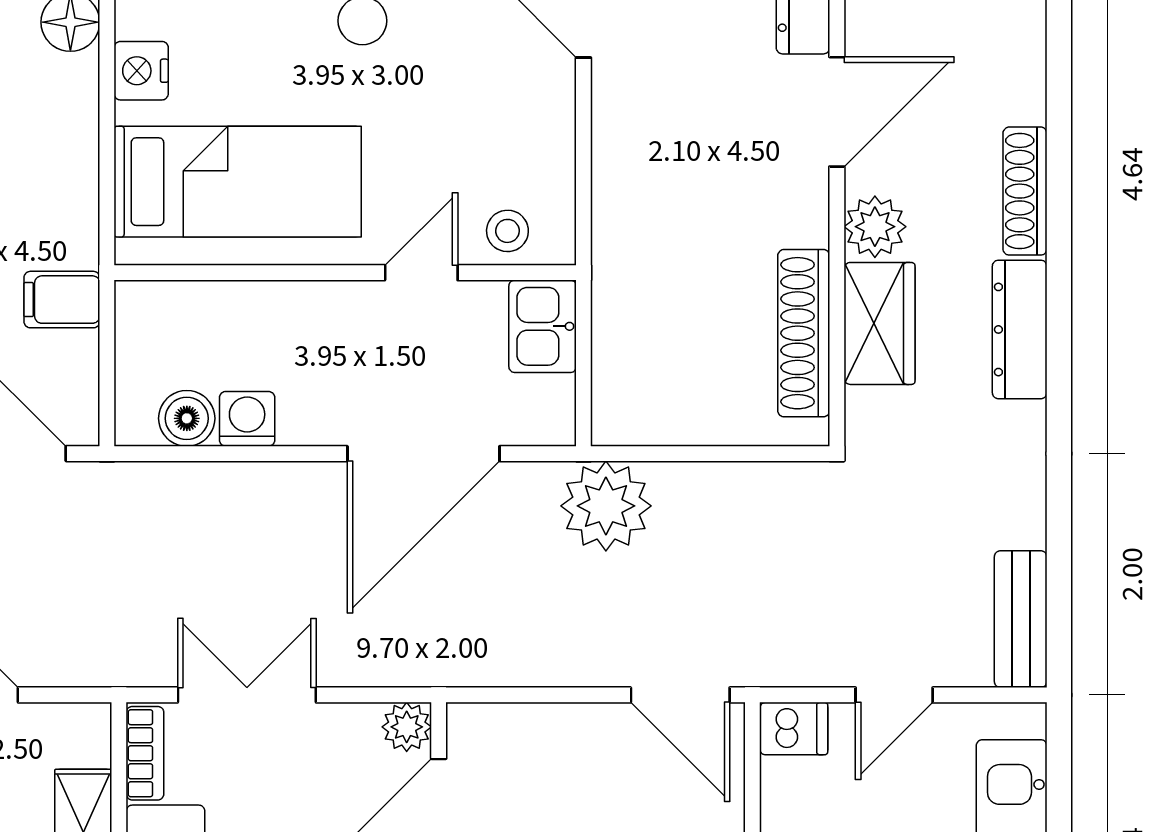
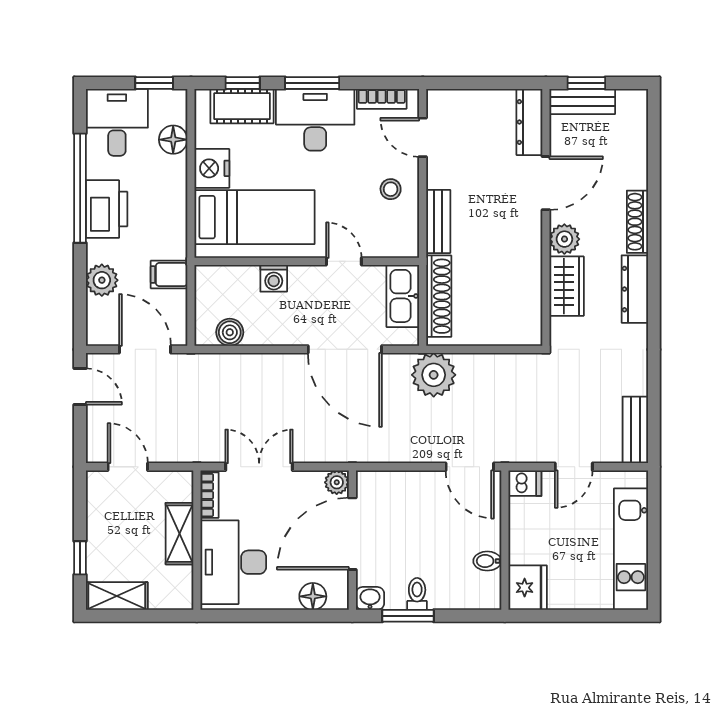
nightstand: (141, 71) -> (212, 168), width x1.36, depth x1.33
bench: (616, 191) -> (438, 221), added
stool: (507, 231) -> (391, 189), moved
door: (421, 273) -> (344, 261), hinge flipped
kitchen sink: (543, 326) -> (403, 296), width x1.38
shoe rack: (804, 333) -> (439, 296), moved, turned 180
washing machine: (247, 419) -> (274, 278), moved, turned 180
door: (423, 454) -> (345, 349), hinge flipped

